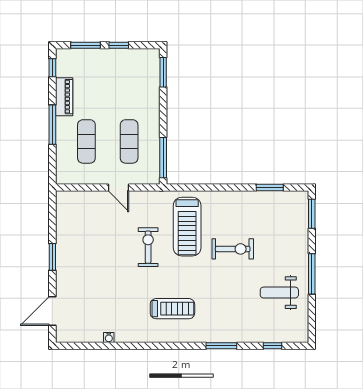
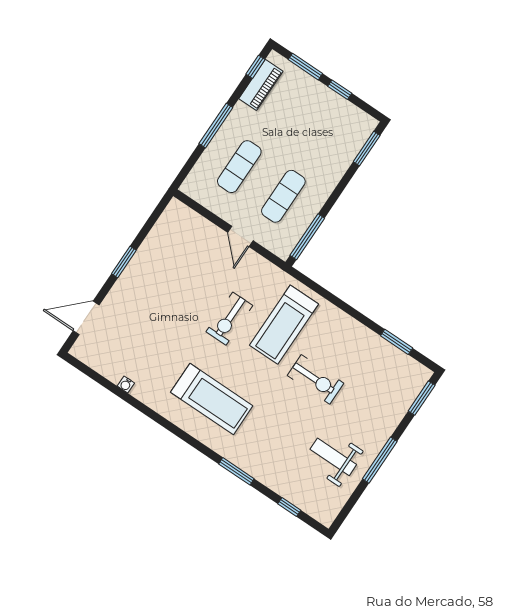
piano: (64, 97) -> (261, 85), moved
exercise bike: (148, 247) -> (229, 319), turned 180
treadmill: (172, 309) -> (212, 399), width x1.37, depth x1.38

